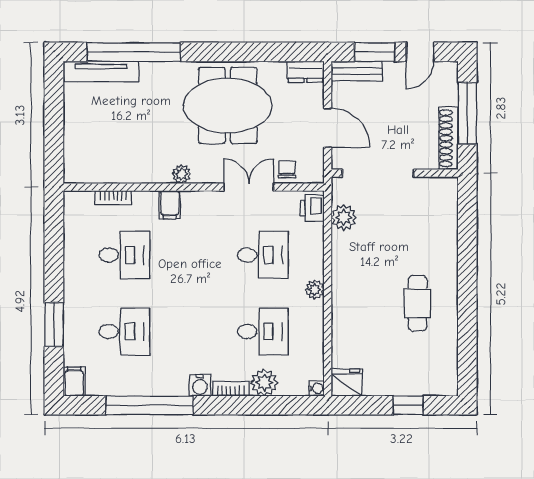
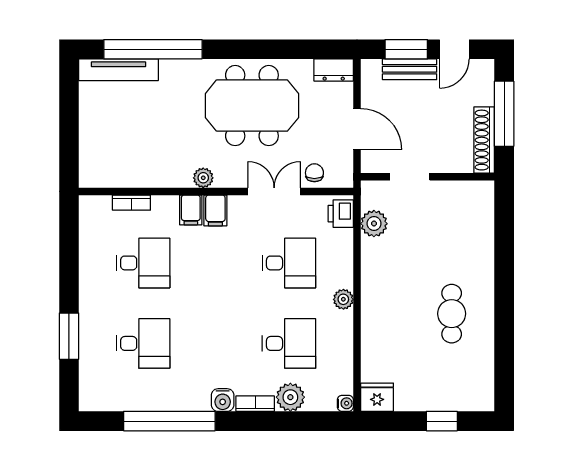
bench: (357, 71) -> (410, 69), moved
doorway: (378, 173) -> (410, 177), width x0.53
filing cabinet: (74, 381) -> (215, 210), moved, turned 180

